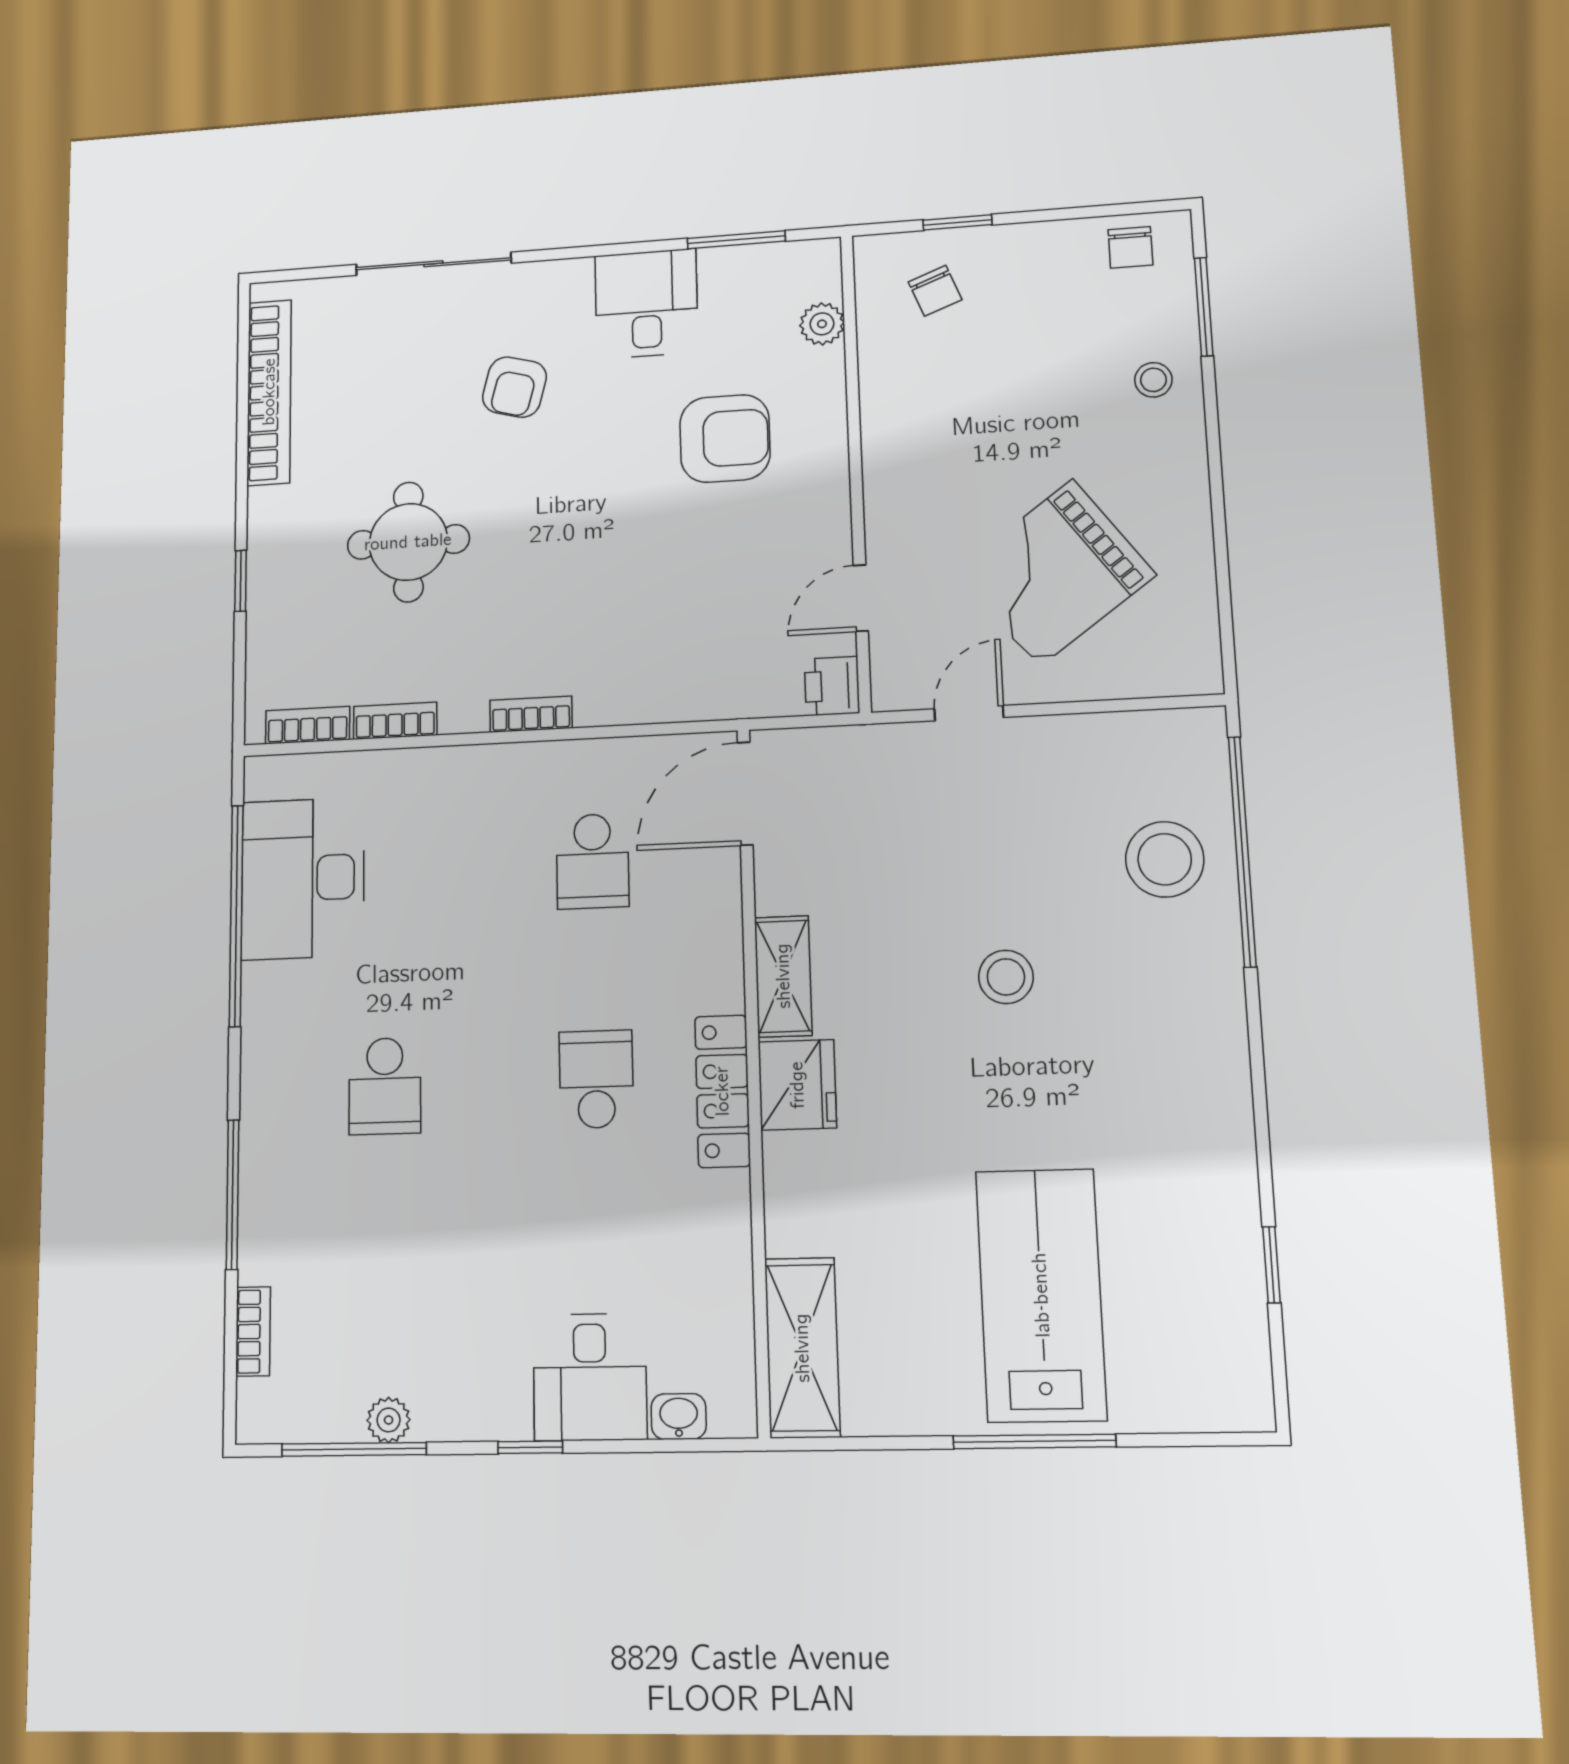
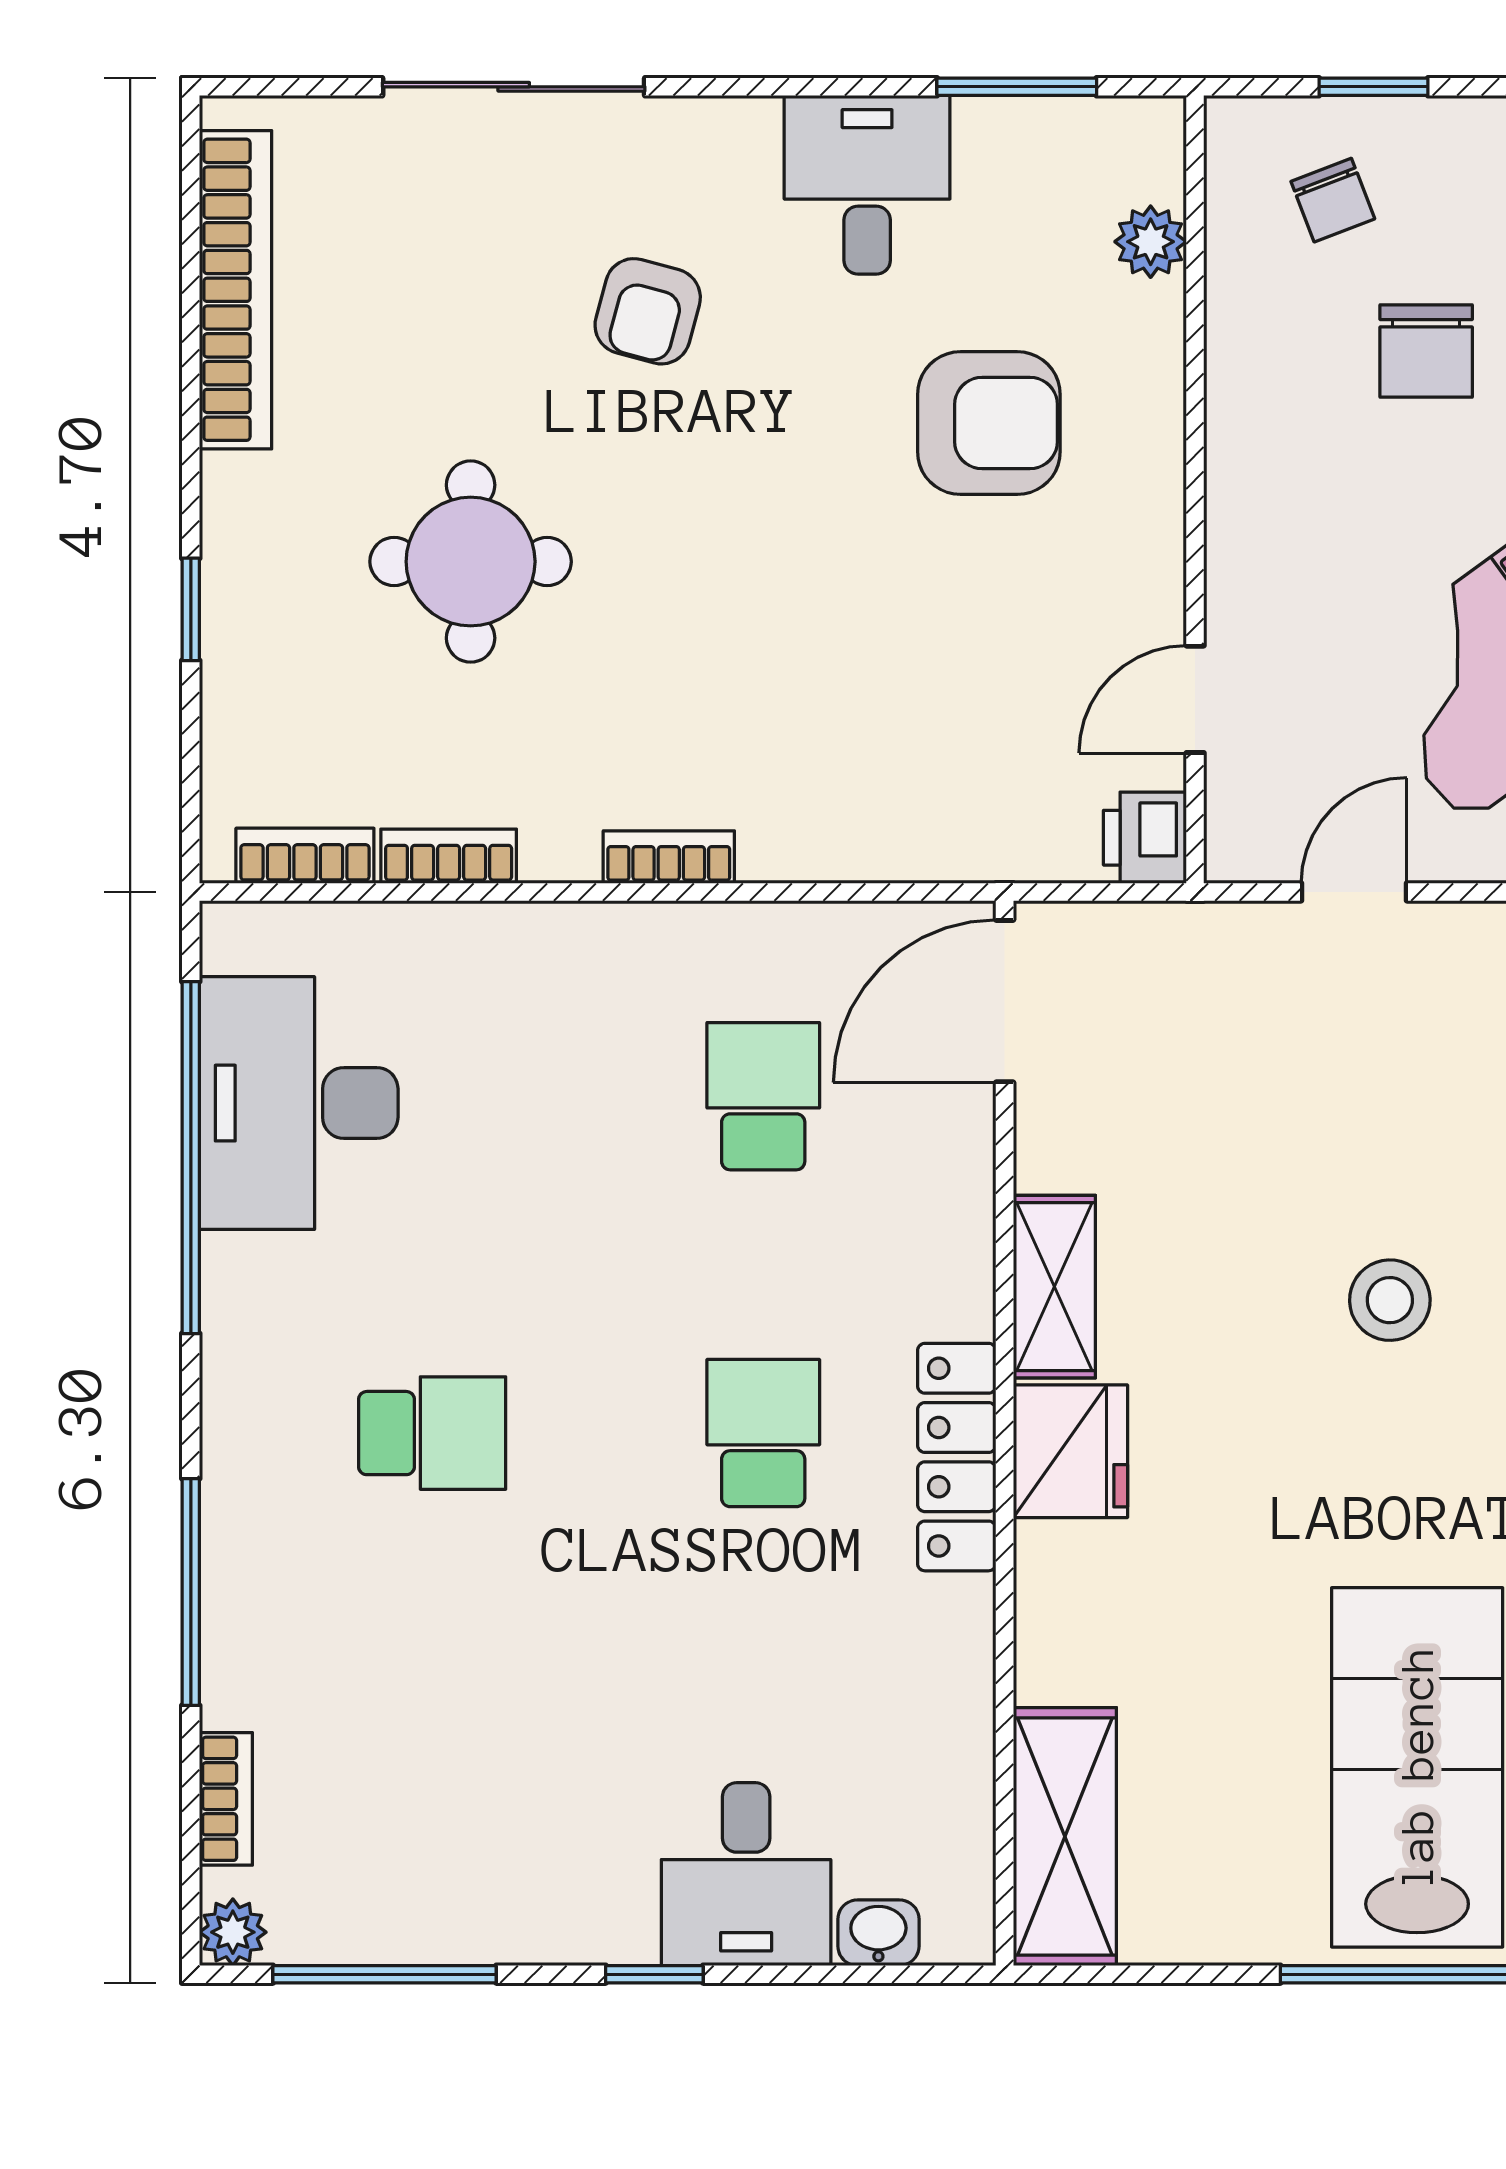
chair: (999, 376) -> (1426, 351), added
school desk: (593, 861) -> (763, 1096), turned 180
school desk: (385, 1086) -> (432, 1433), turned -90
plant: (389, 1420) -> (233, 1932), moved

